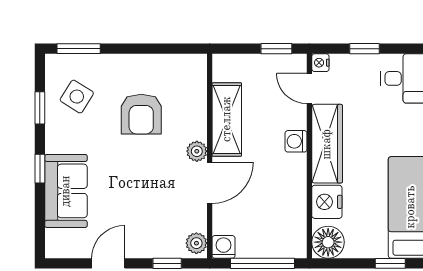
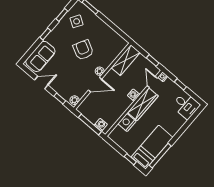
armchair: (141, 114) -> (83, 50), moved, turned 117
shelving: (227, 119) -> (126, 60), moved
sofa: (66, 191) -> (40, 56), moved
floor lamp: (328, 242) -> (116, 136), removed
washing machine: (224, 247) -> (101, 125), moved

